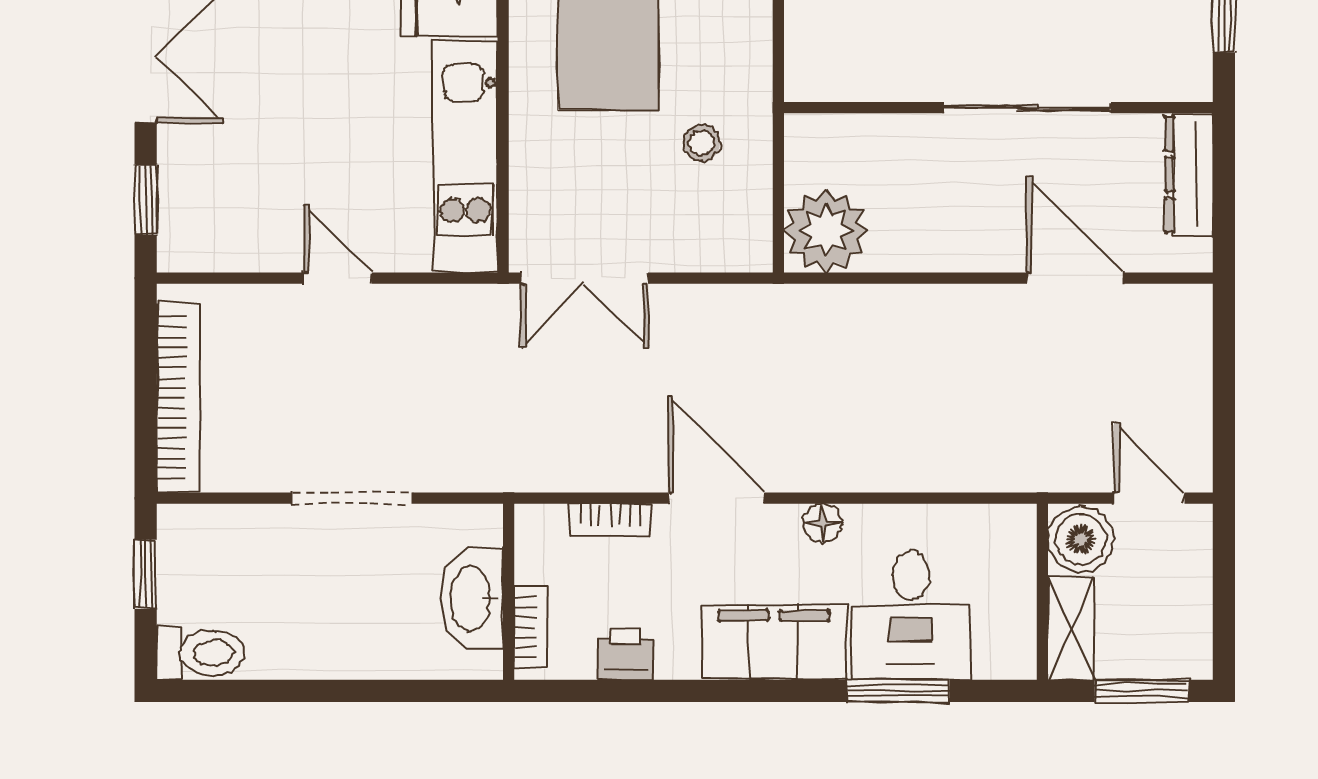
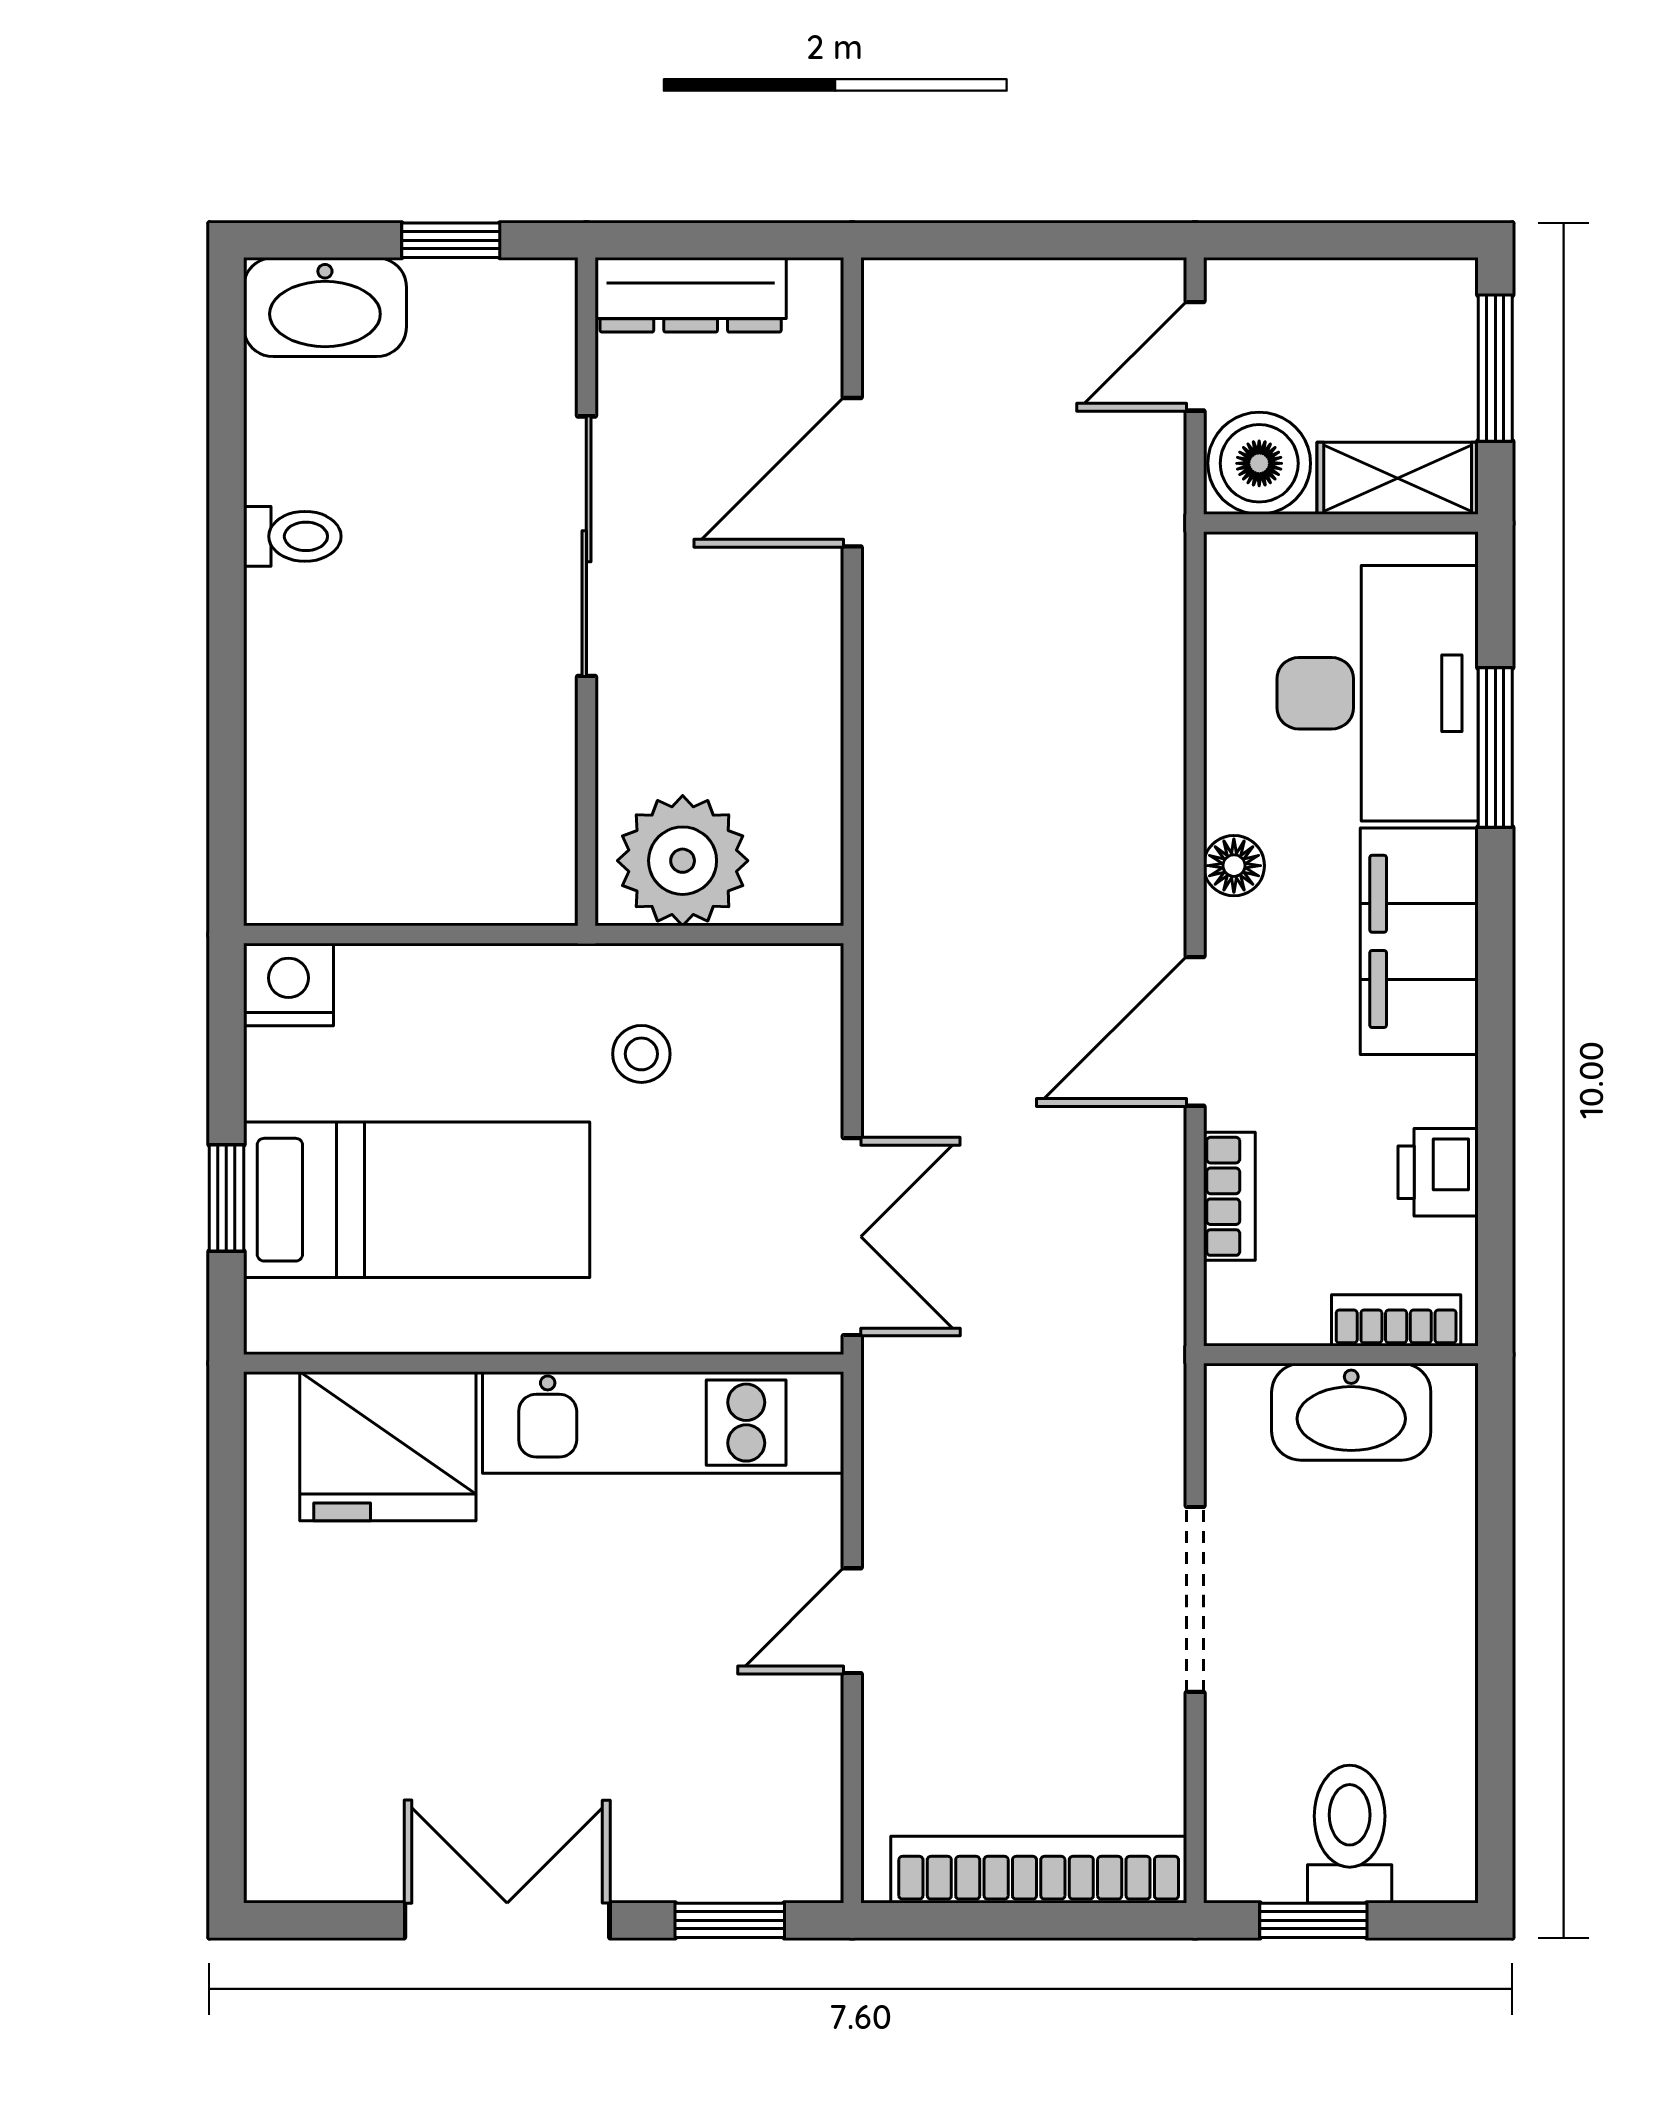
plant: (826, 231) -> (683, 861), moved
desk: (911, 615) -> (1378, 693), width x1.37
toilet: (201, 653) -> (1350, 1834), moved

